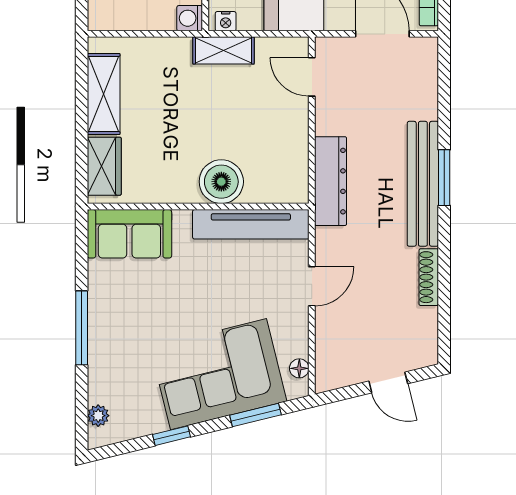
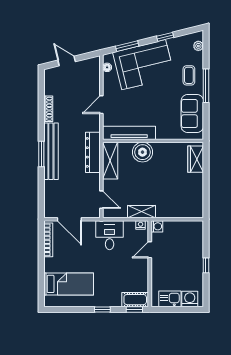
shelving: (104, 94) -> (110, 161), moved
sofa: (129, 234) -> (192, 114), moved, turned -90
coffee table: (119, 351) -> (189, 75), added

